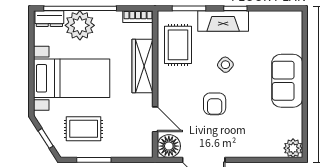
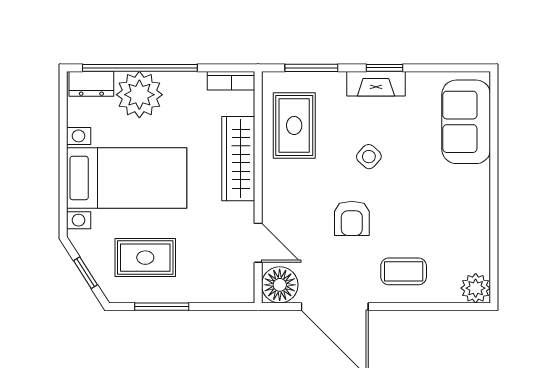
fireplace: (223, 21) -> (376, 84), width x0.73, depth x0.76
sofa: (287, 81) -> (466, 122), moved
coffee table: (247, 138) -> (404, 271), added

